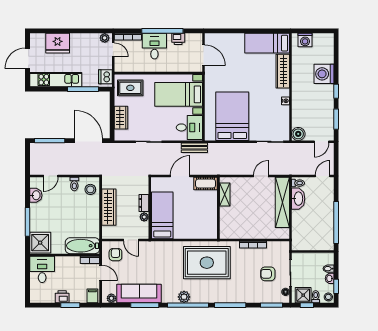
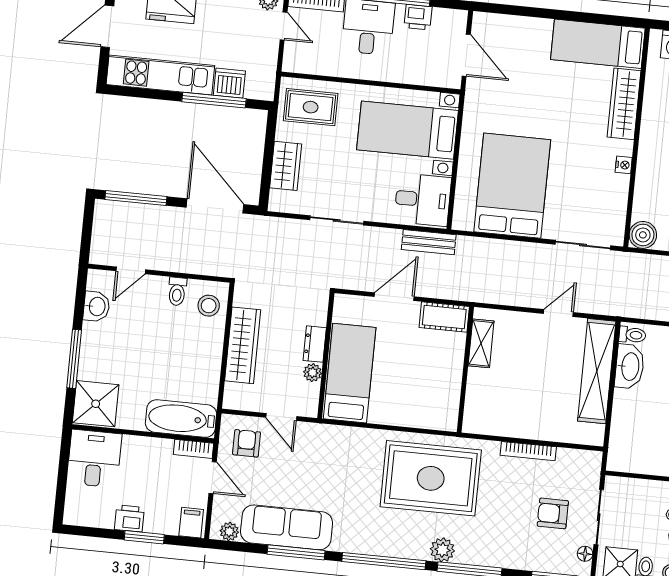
dishwasher: (105, 77) -> (229, 83), moved, turned 90
plant: (184, 297) -> (442, 550), moved

